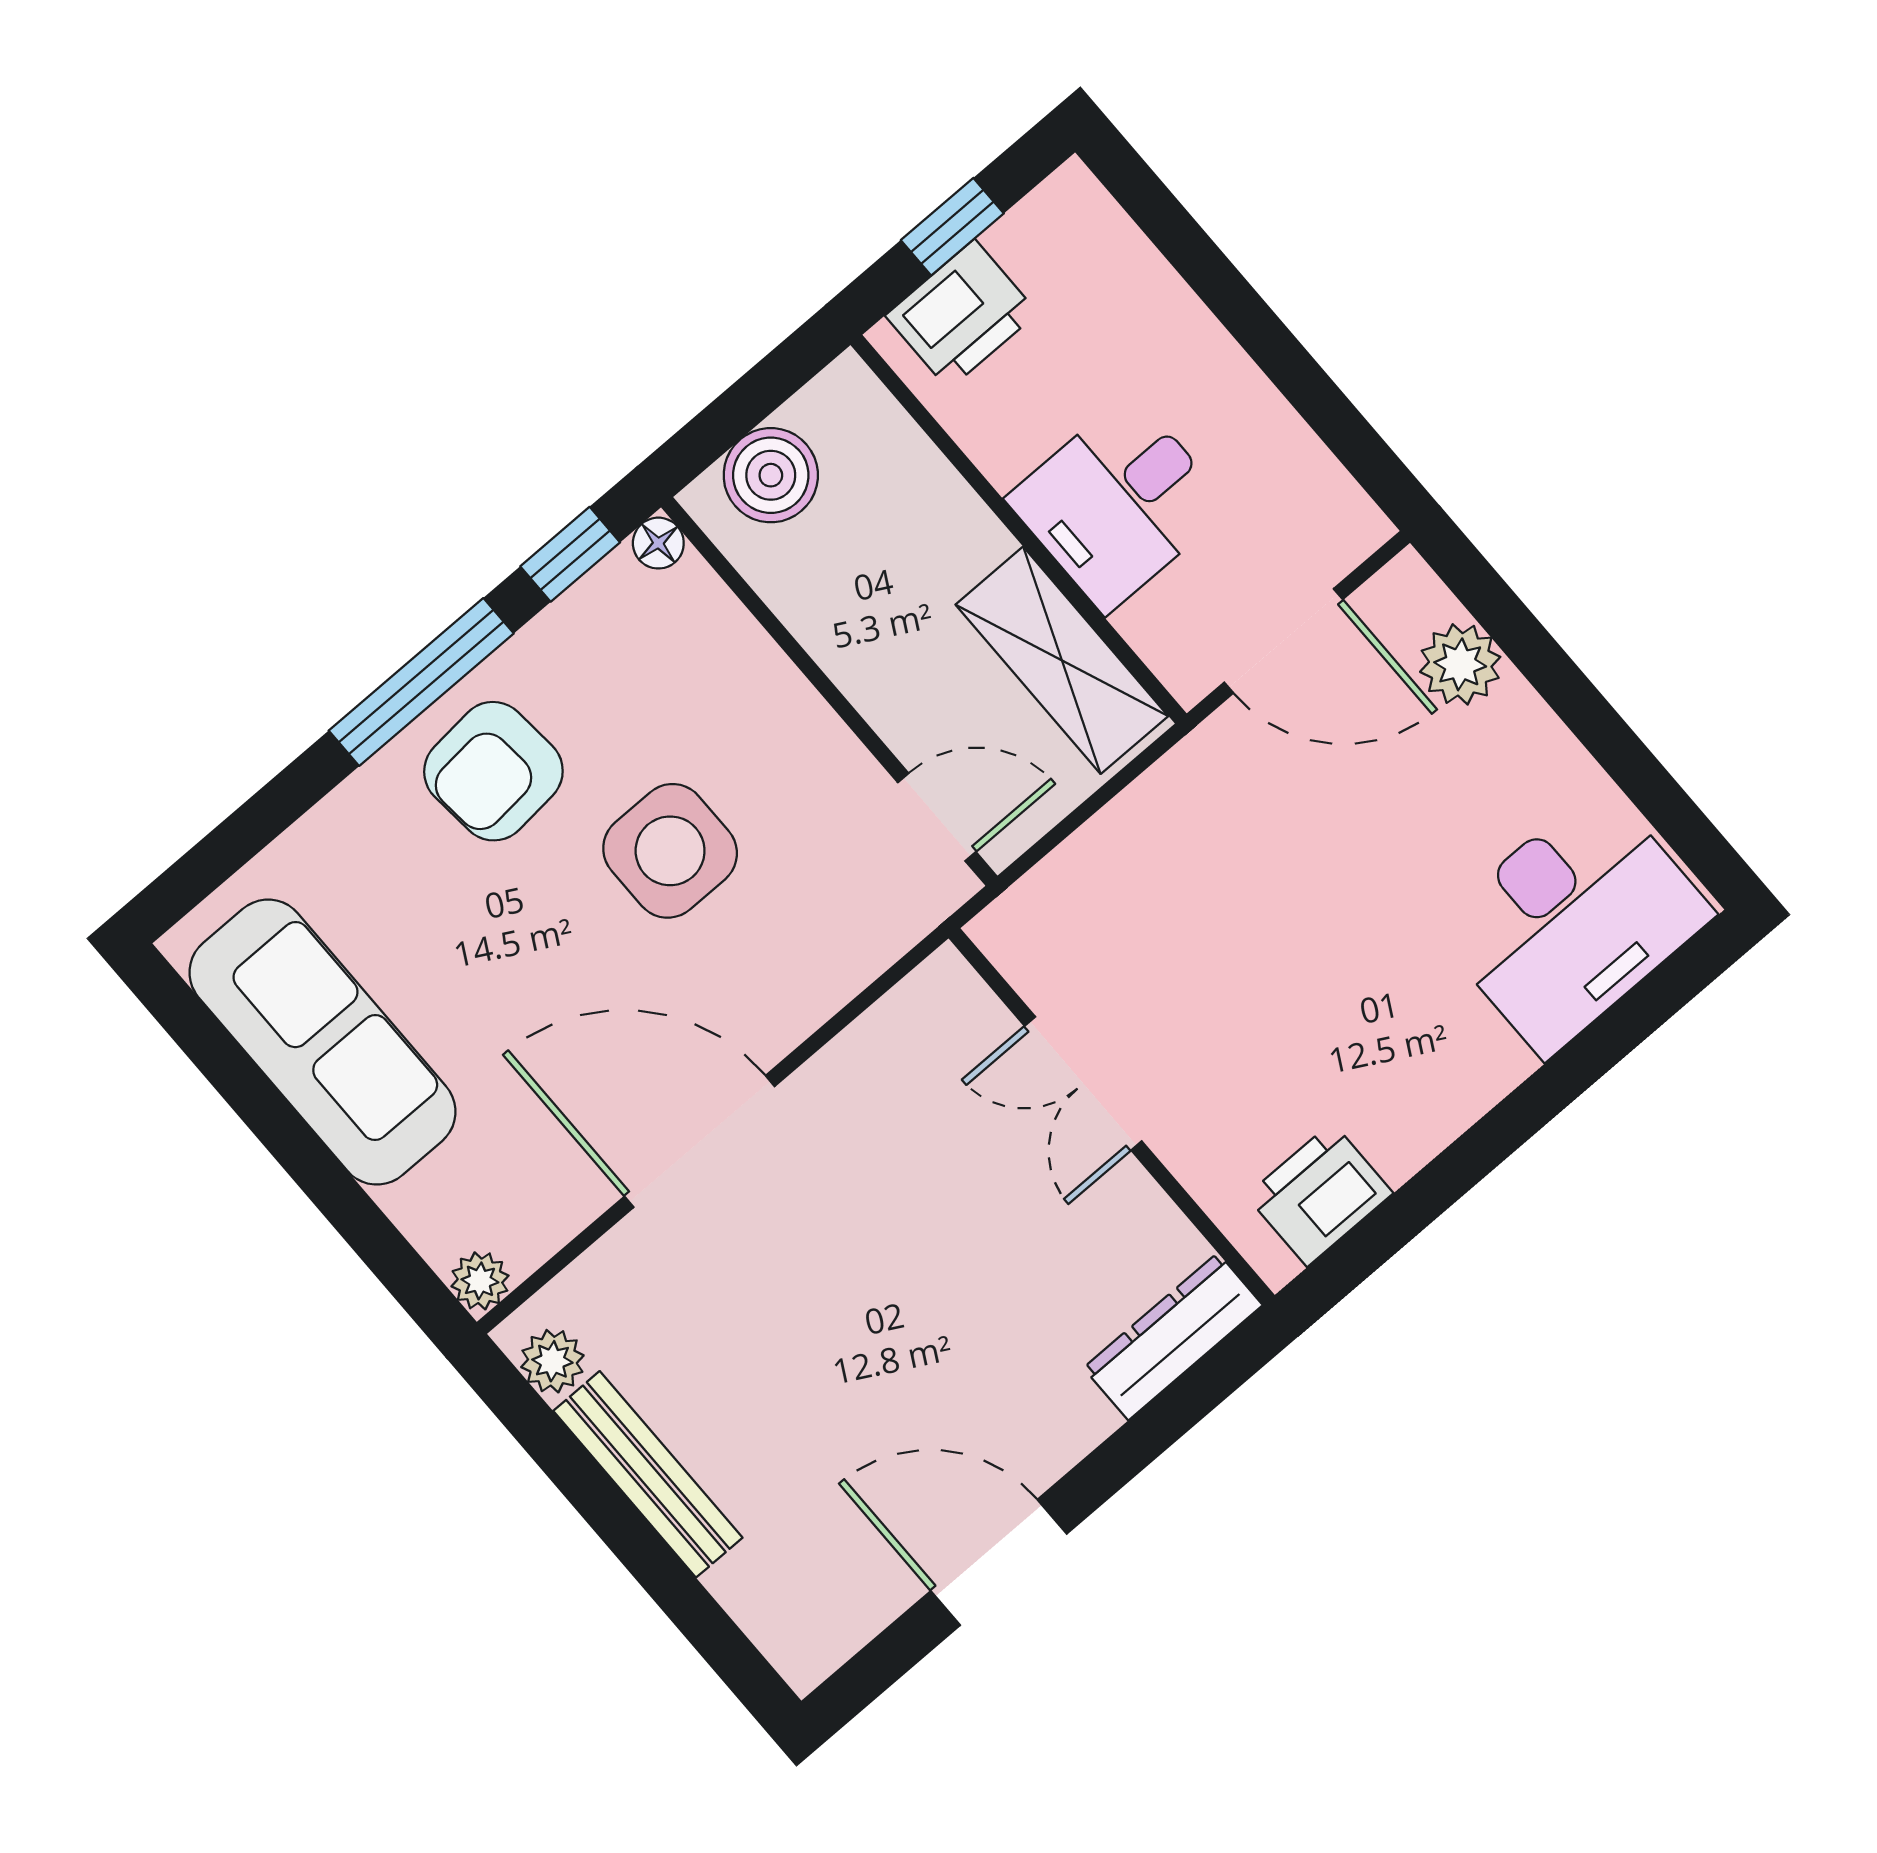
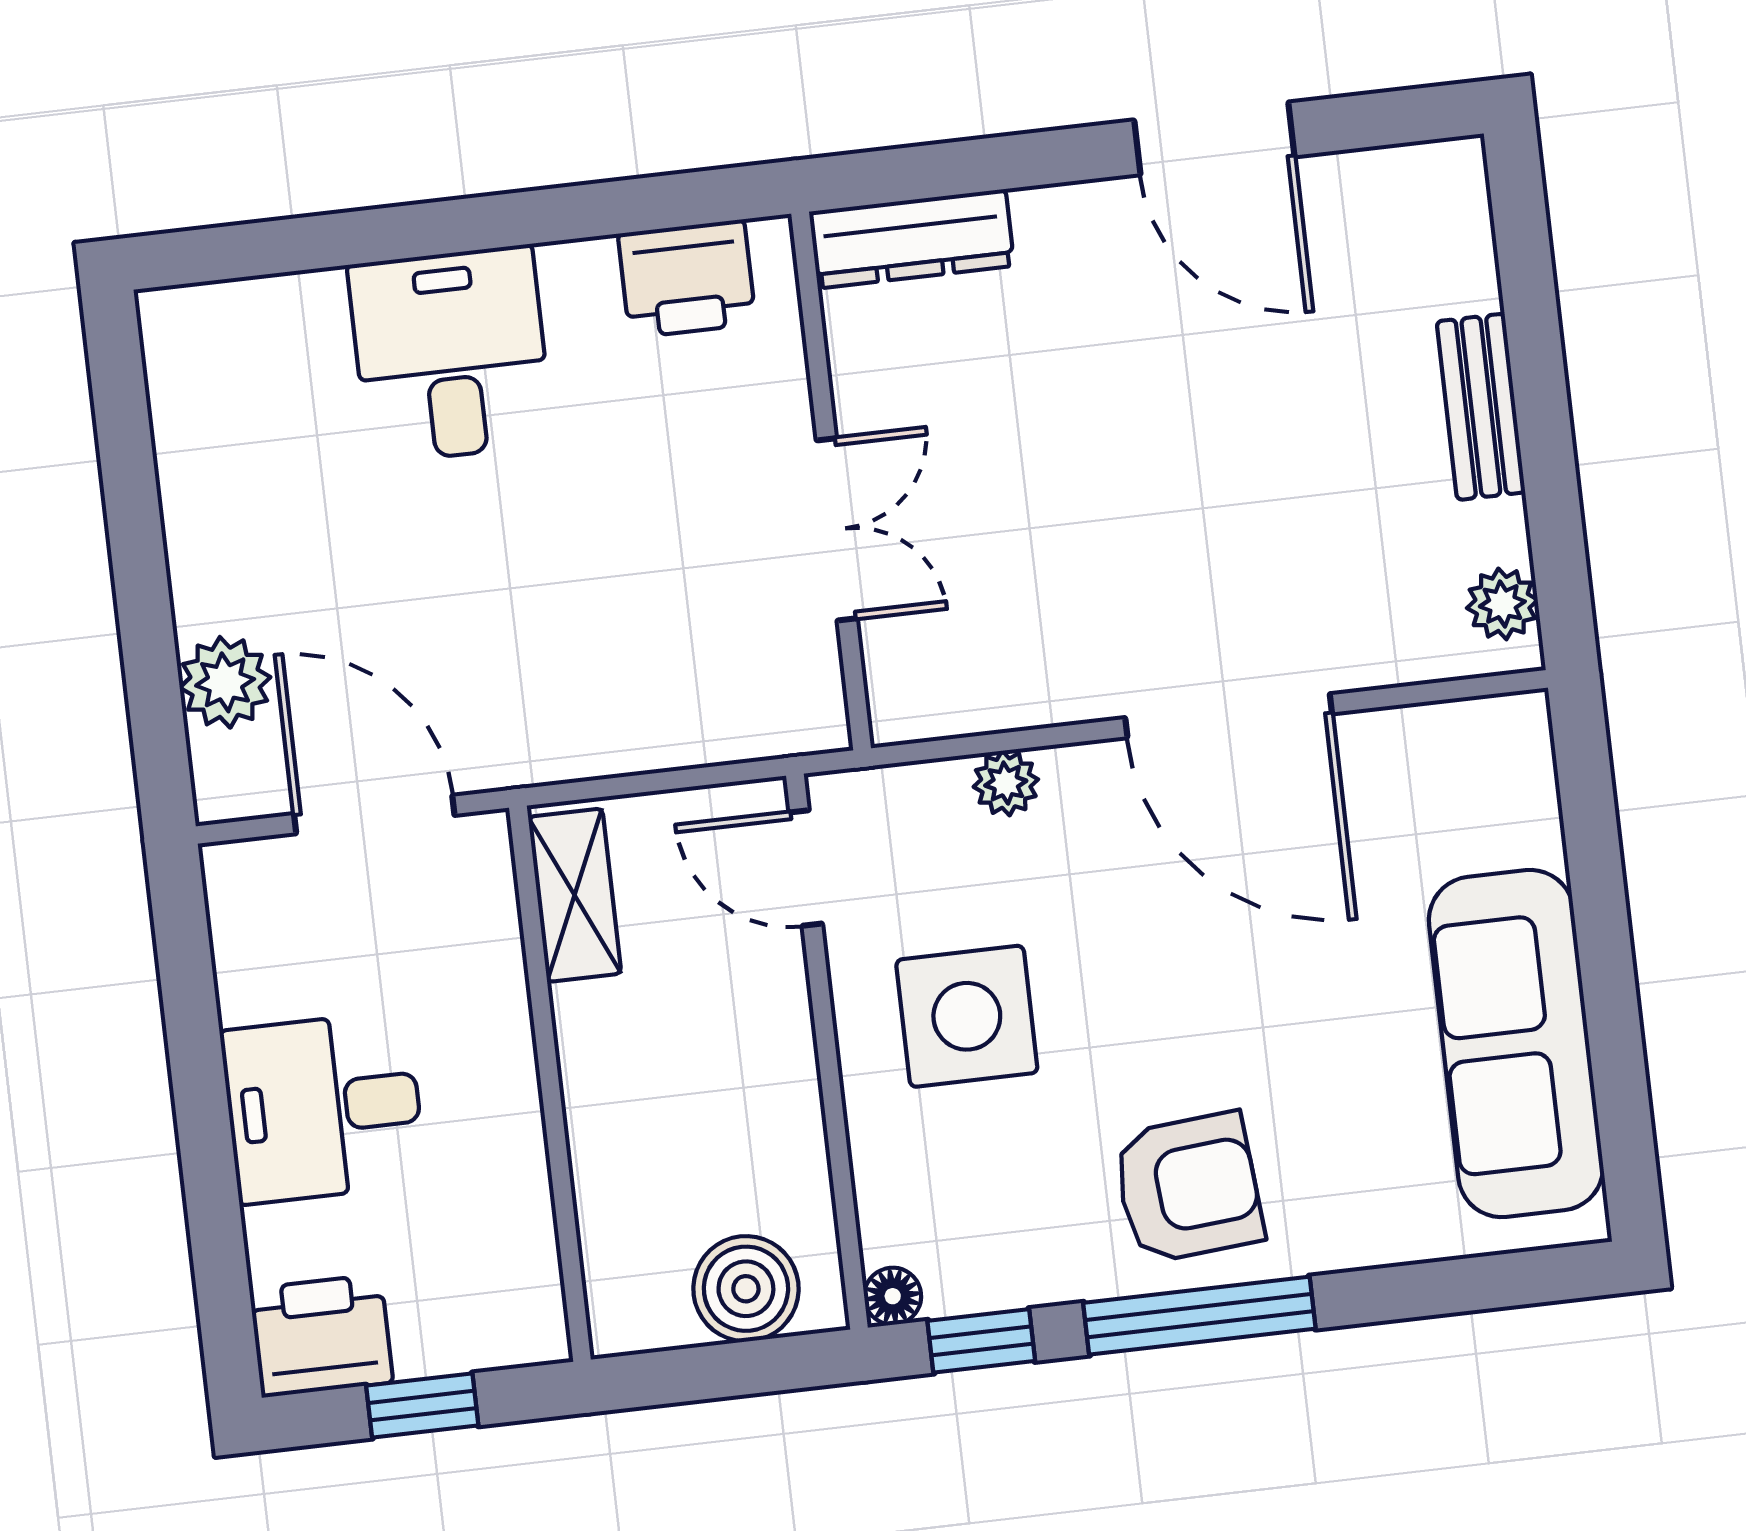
printer: (961, 314) -> (321, 1336), moved
desk: (1118, 503) -> (324, 1107), moved, turned 180
shelving: (1062, 660) -> (575, 895), width x0.67, depth x0.75
side table: (670, 851) -> (967, 1016), moved
desk: (1573, 921) -> (451, 354), moved, width x0.73
plant: (480, 1281) -> (1006, 783), moved
bench: (648, 1474) -> (1481, 407), width x0.73

